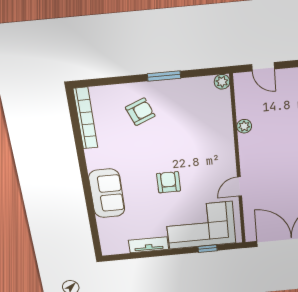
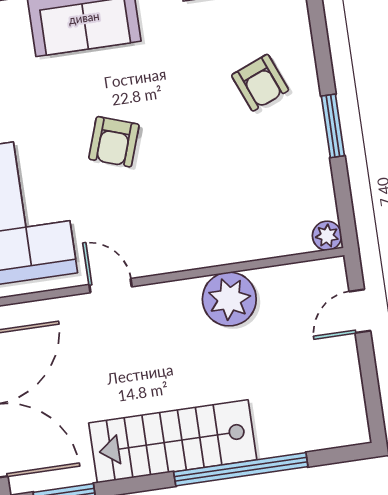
plant: (244, 126) -> (229, 299), width x1.87, depth x1.87
armchair: (168, 182) -> (114, 142), turned 109

